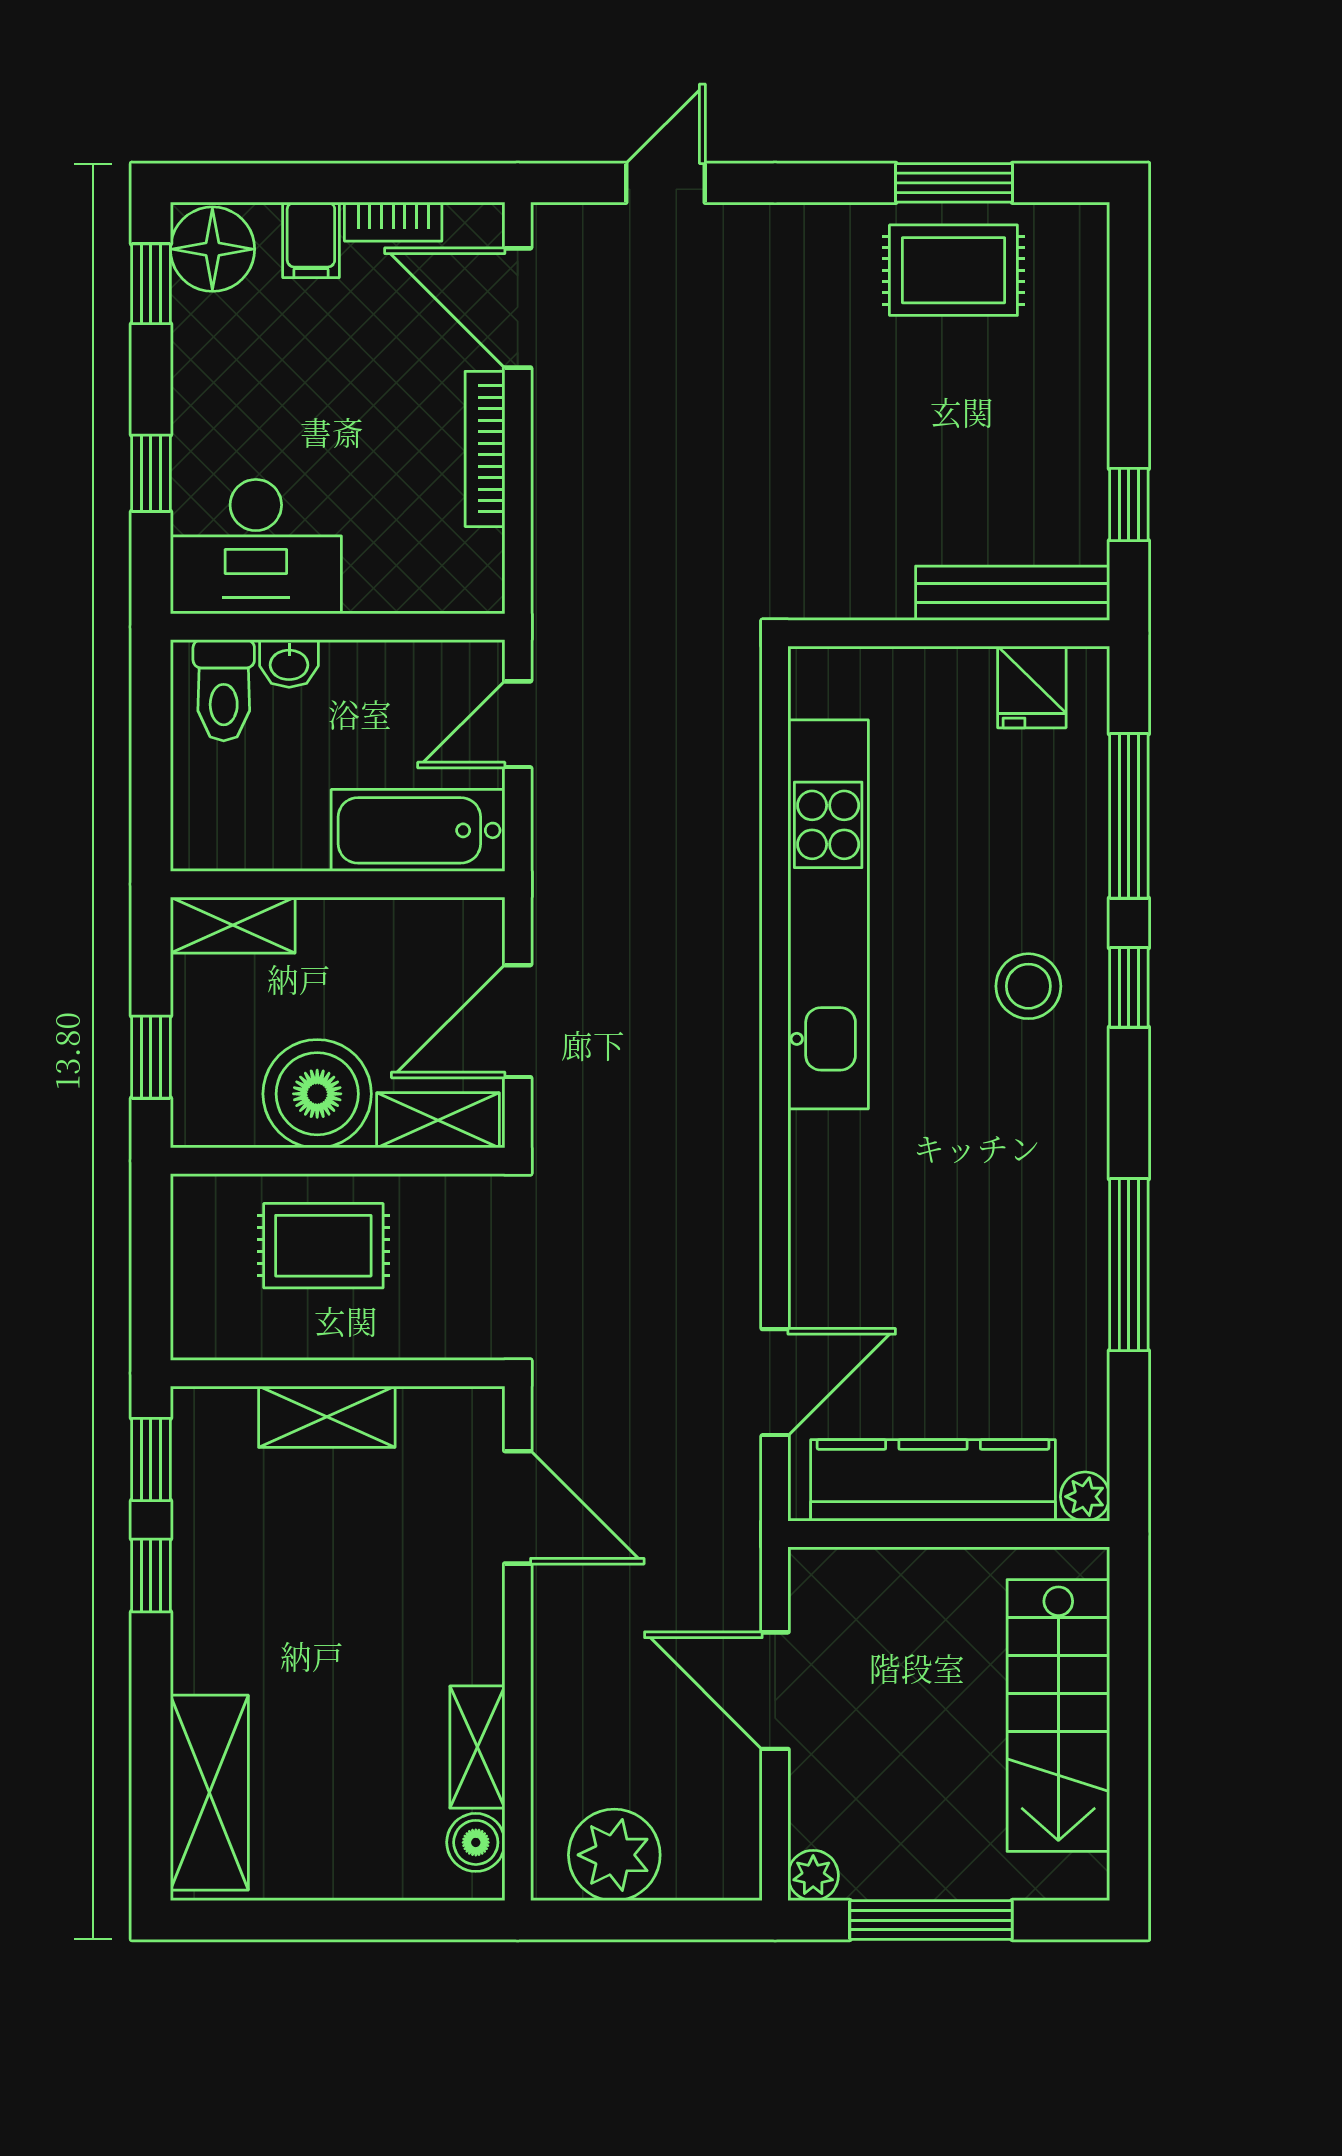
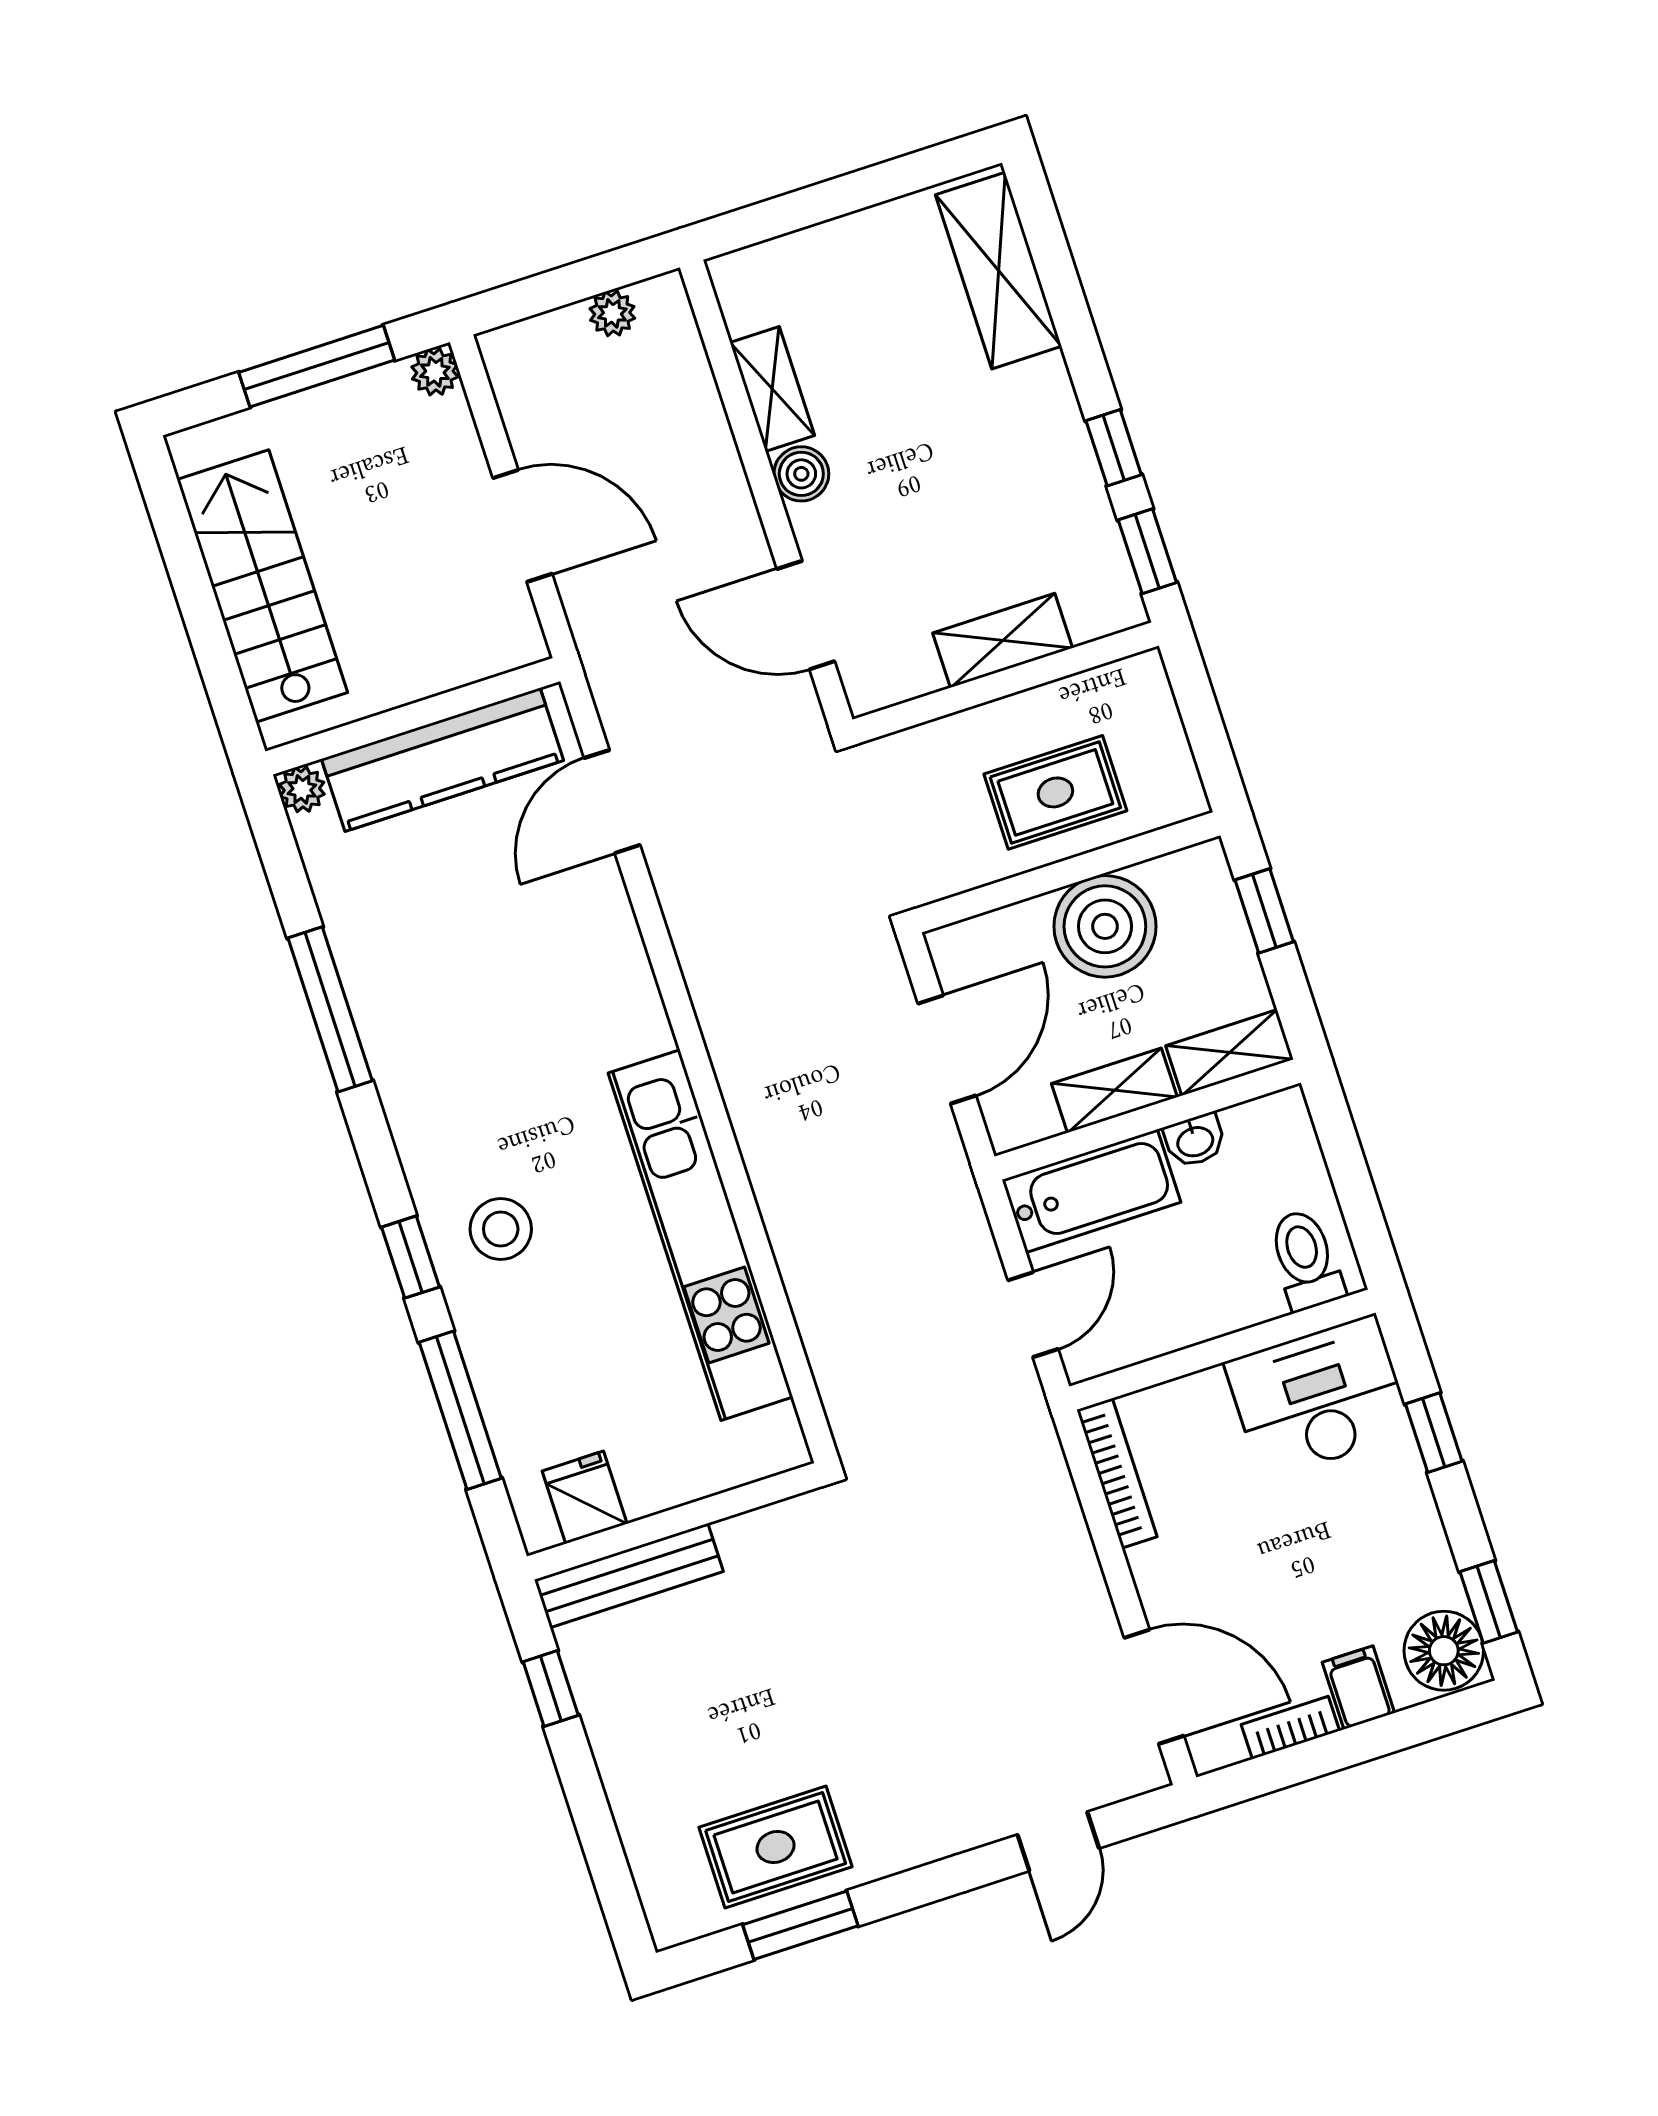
bookcase: (485, 449) -> (1117, 1473), moved
washbasin: (289, 663) -> (1195, 1140), moved, turned 180
shelving: (438, 1120) -> (1114, 1090), moved
boiler: (476, 1842) -> (801, 474), moved
plant: (614, 1855) -> (612, 313), width x0.53, depth x0.53

